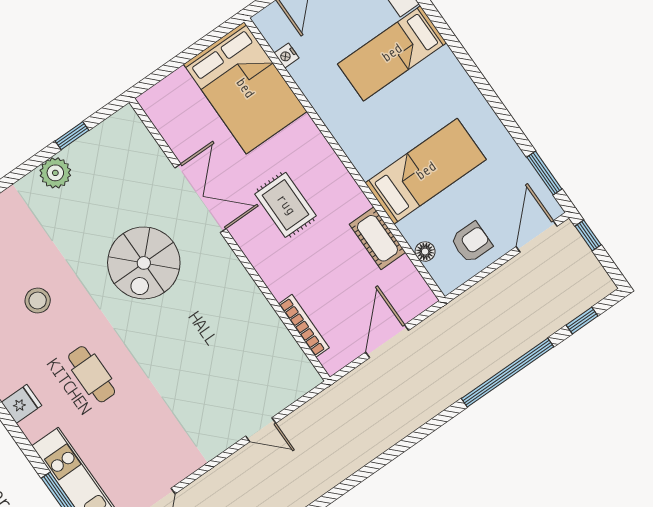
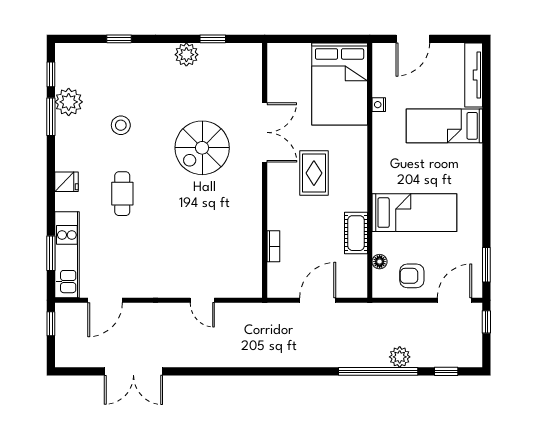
nightstand: (287, 56) -> (379, 105), moved
armchair: (471, 242) -> (412, 276), turned 180
bookcase: (304, 326) -> (273, 246), width x0.64
plant: (520, 340) -> (400, 357), added

